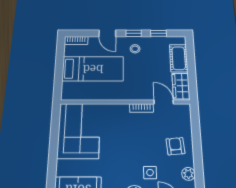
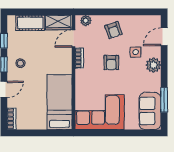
bed: (93, 69) -> (60, 102), moved
armchair: (137, 144) -> (111, 63), added
armchair: (175, 146) -> (113, 30), turned -104
plant: (188, 174) -> (86, 21), moved

